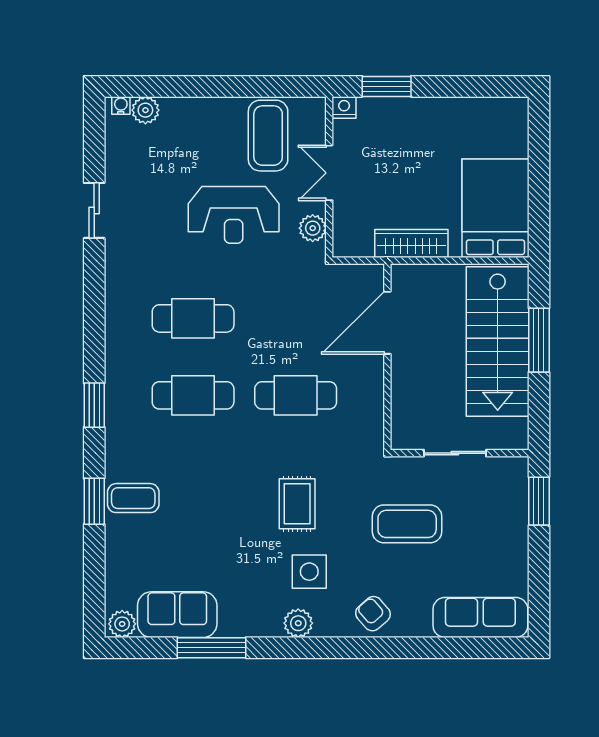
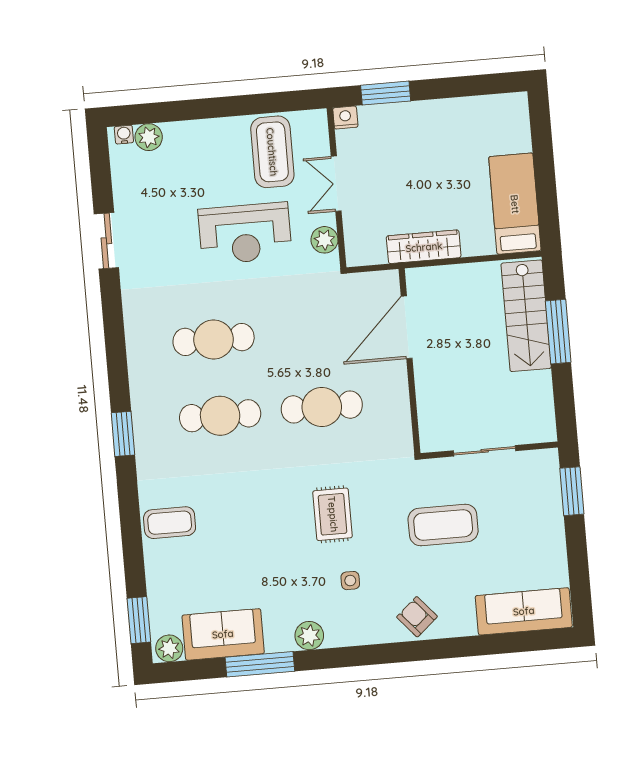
bed: (495, 208) -> (515, 204), width x0.67
stairs: (498, 341) -> (526, 316), width x0.73, depth x0.66
window: (94, 501) -> (139, 620), moved
side table: (309, 572) -> (350, 581), width x0.54, depth x0.54
plant: (298, 623) -> (309, 636), moved

